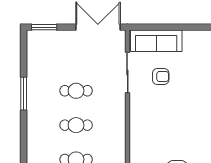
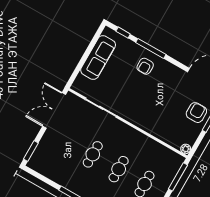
sofa: (156, 41) -> (98, 58), moved
armchair: (161, 77) -> (145, 66), moved, turned 180

